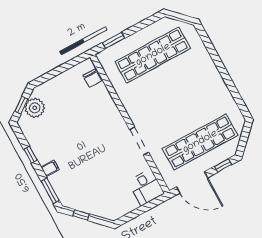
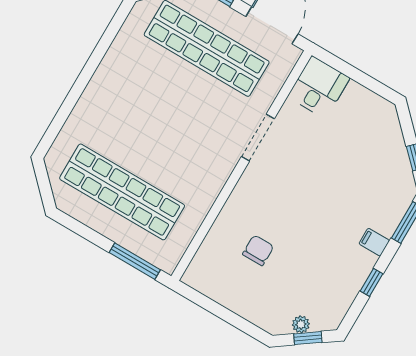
window: (114, 40) -> (135, 261), width x1.44
chair: (92, 78) -> (258, 250), moved
plant: (35, 108) -> (301, 324), width x0.53, depth x0.53

